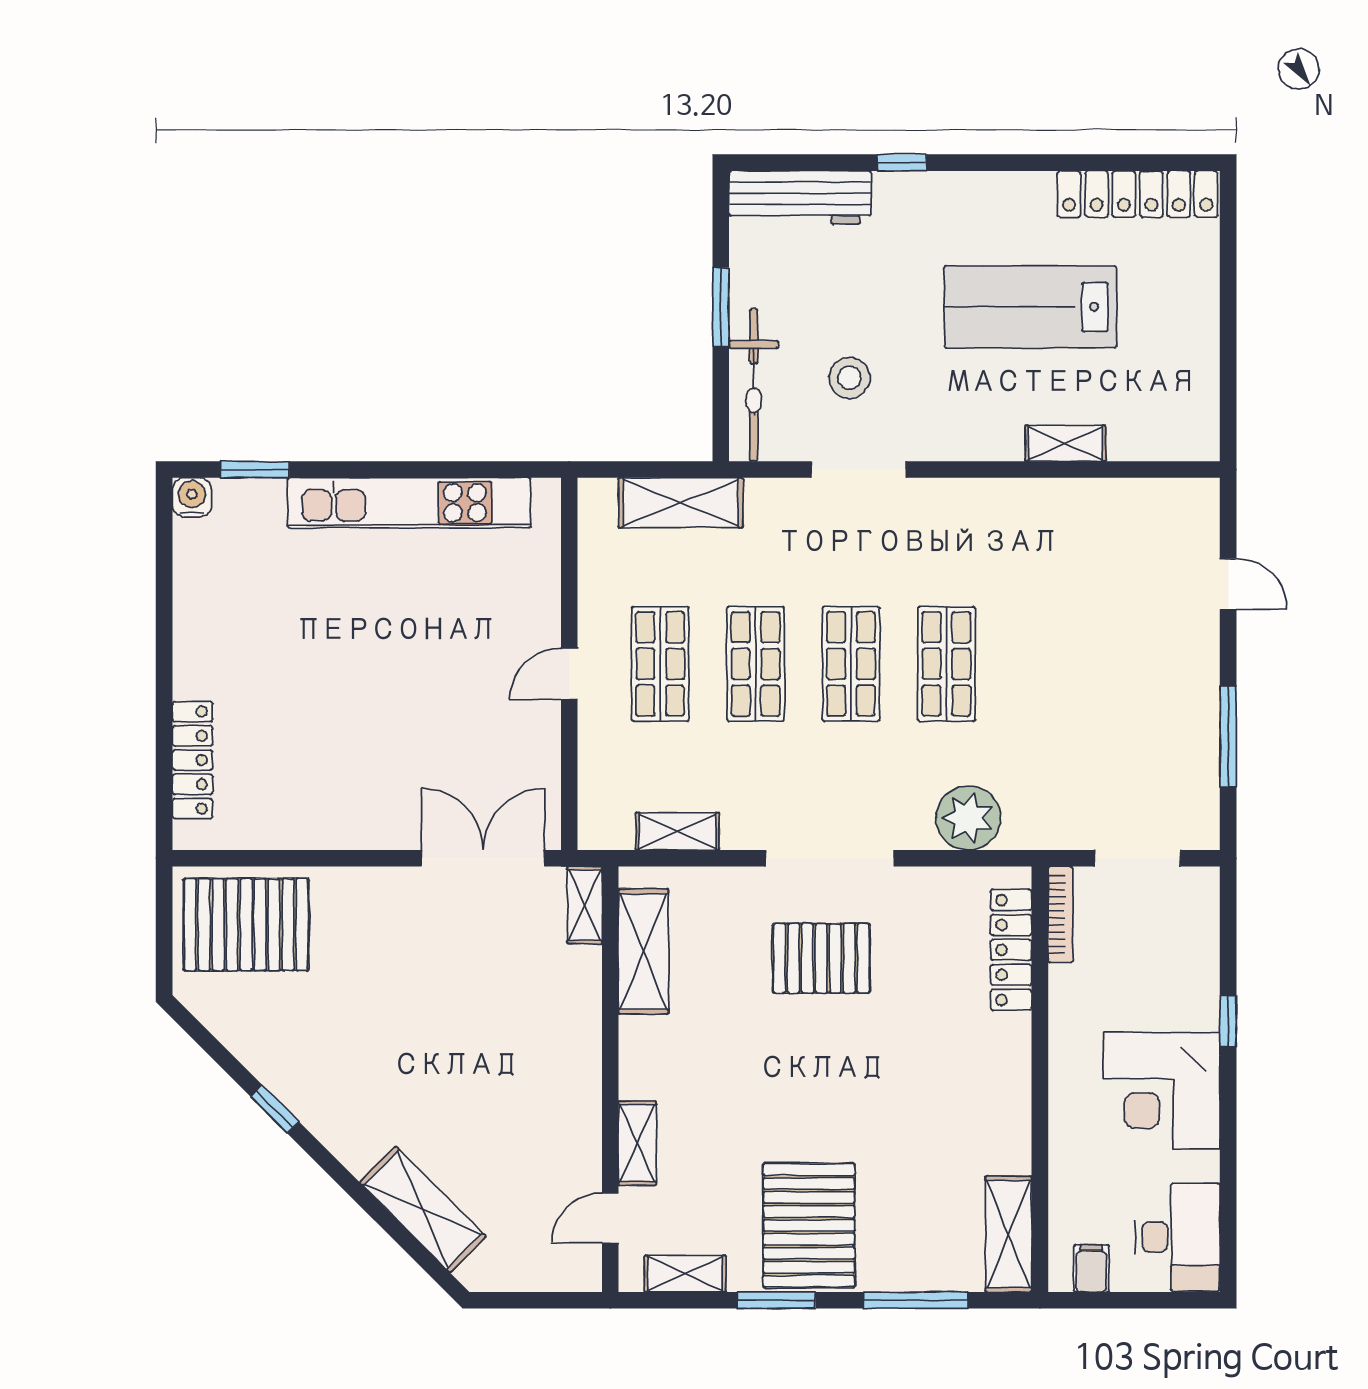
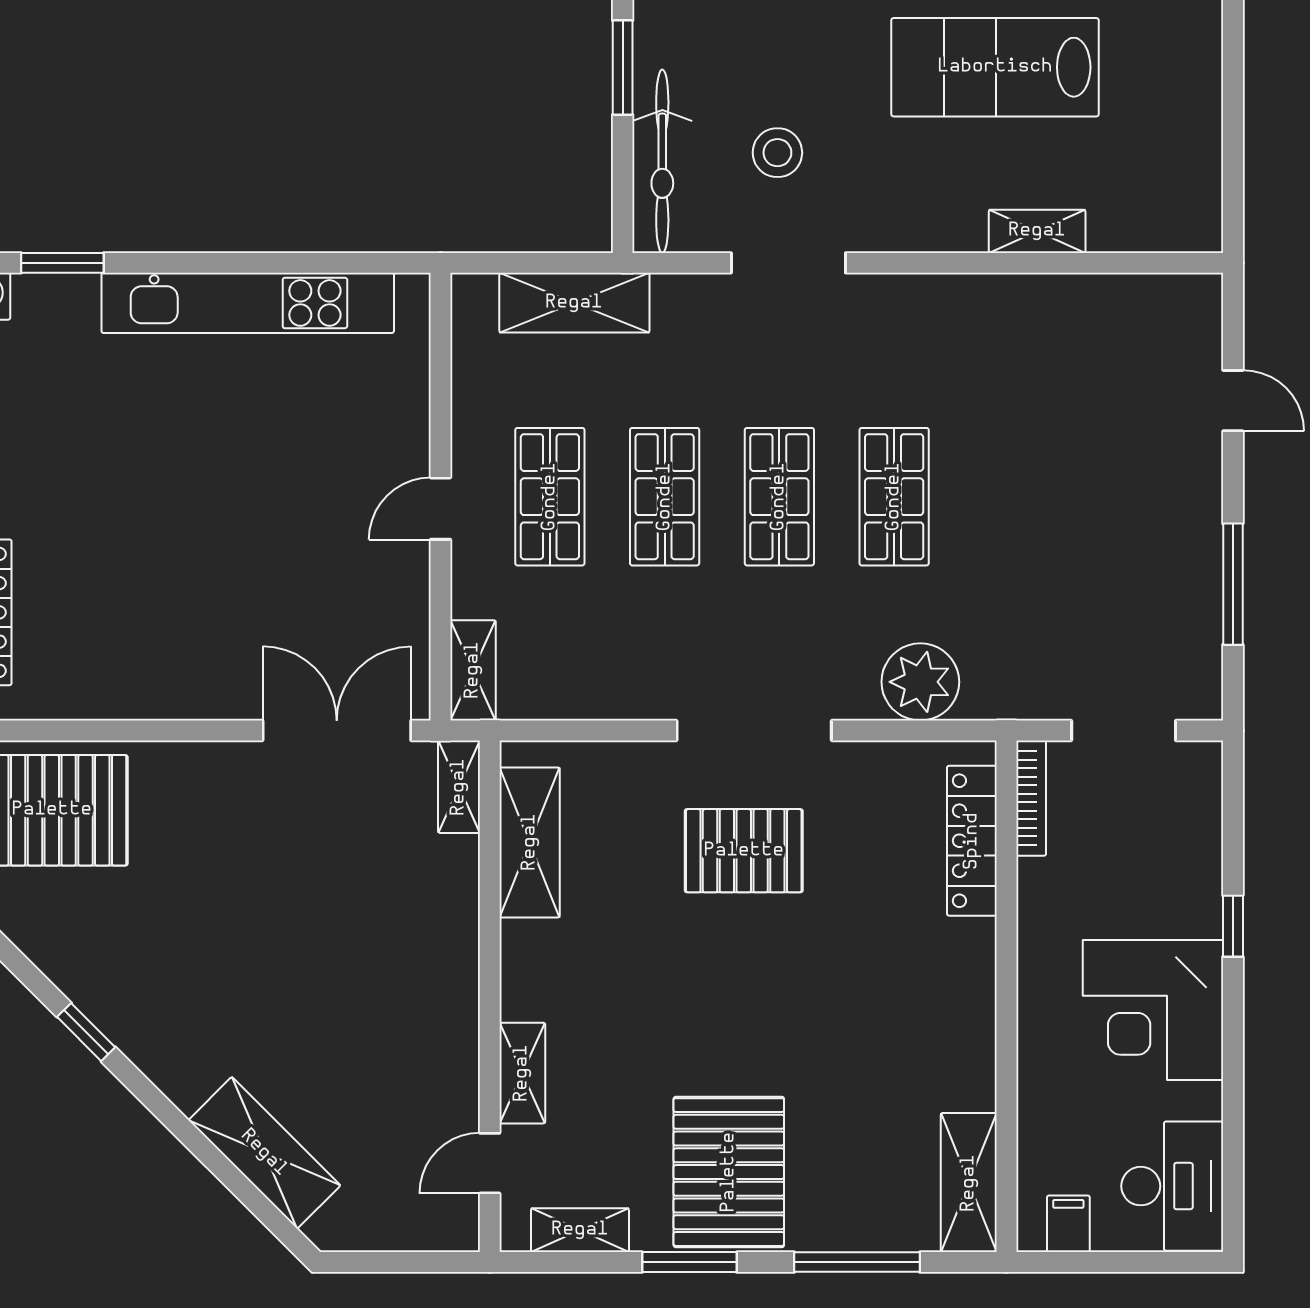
shelving: (677, 831) -> (473, 670), moved, turned 90

